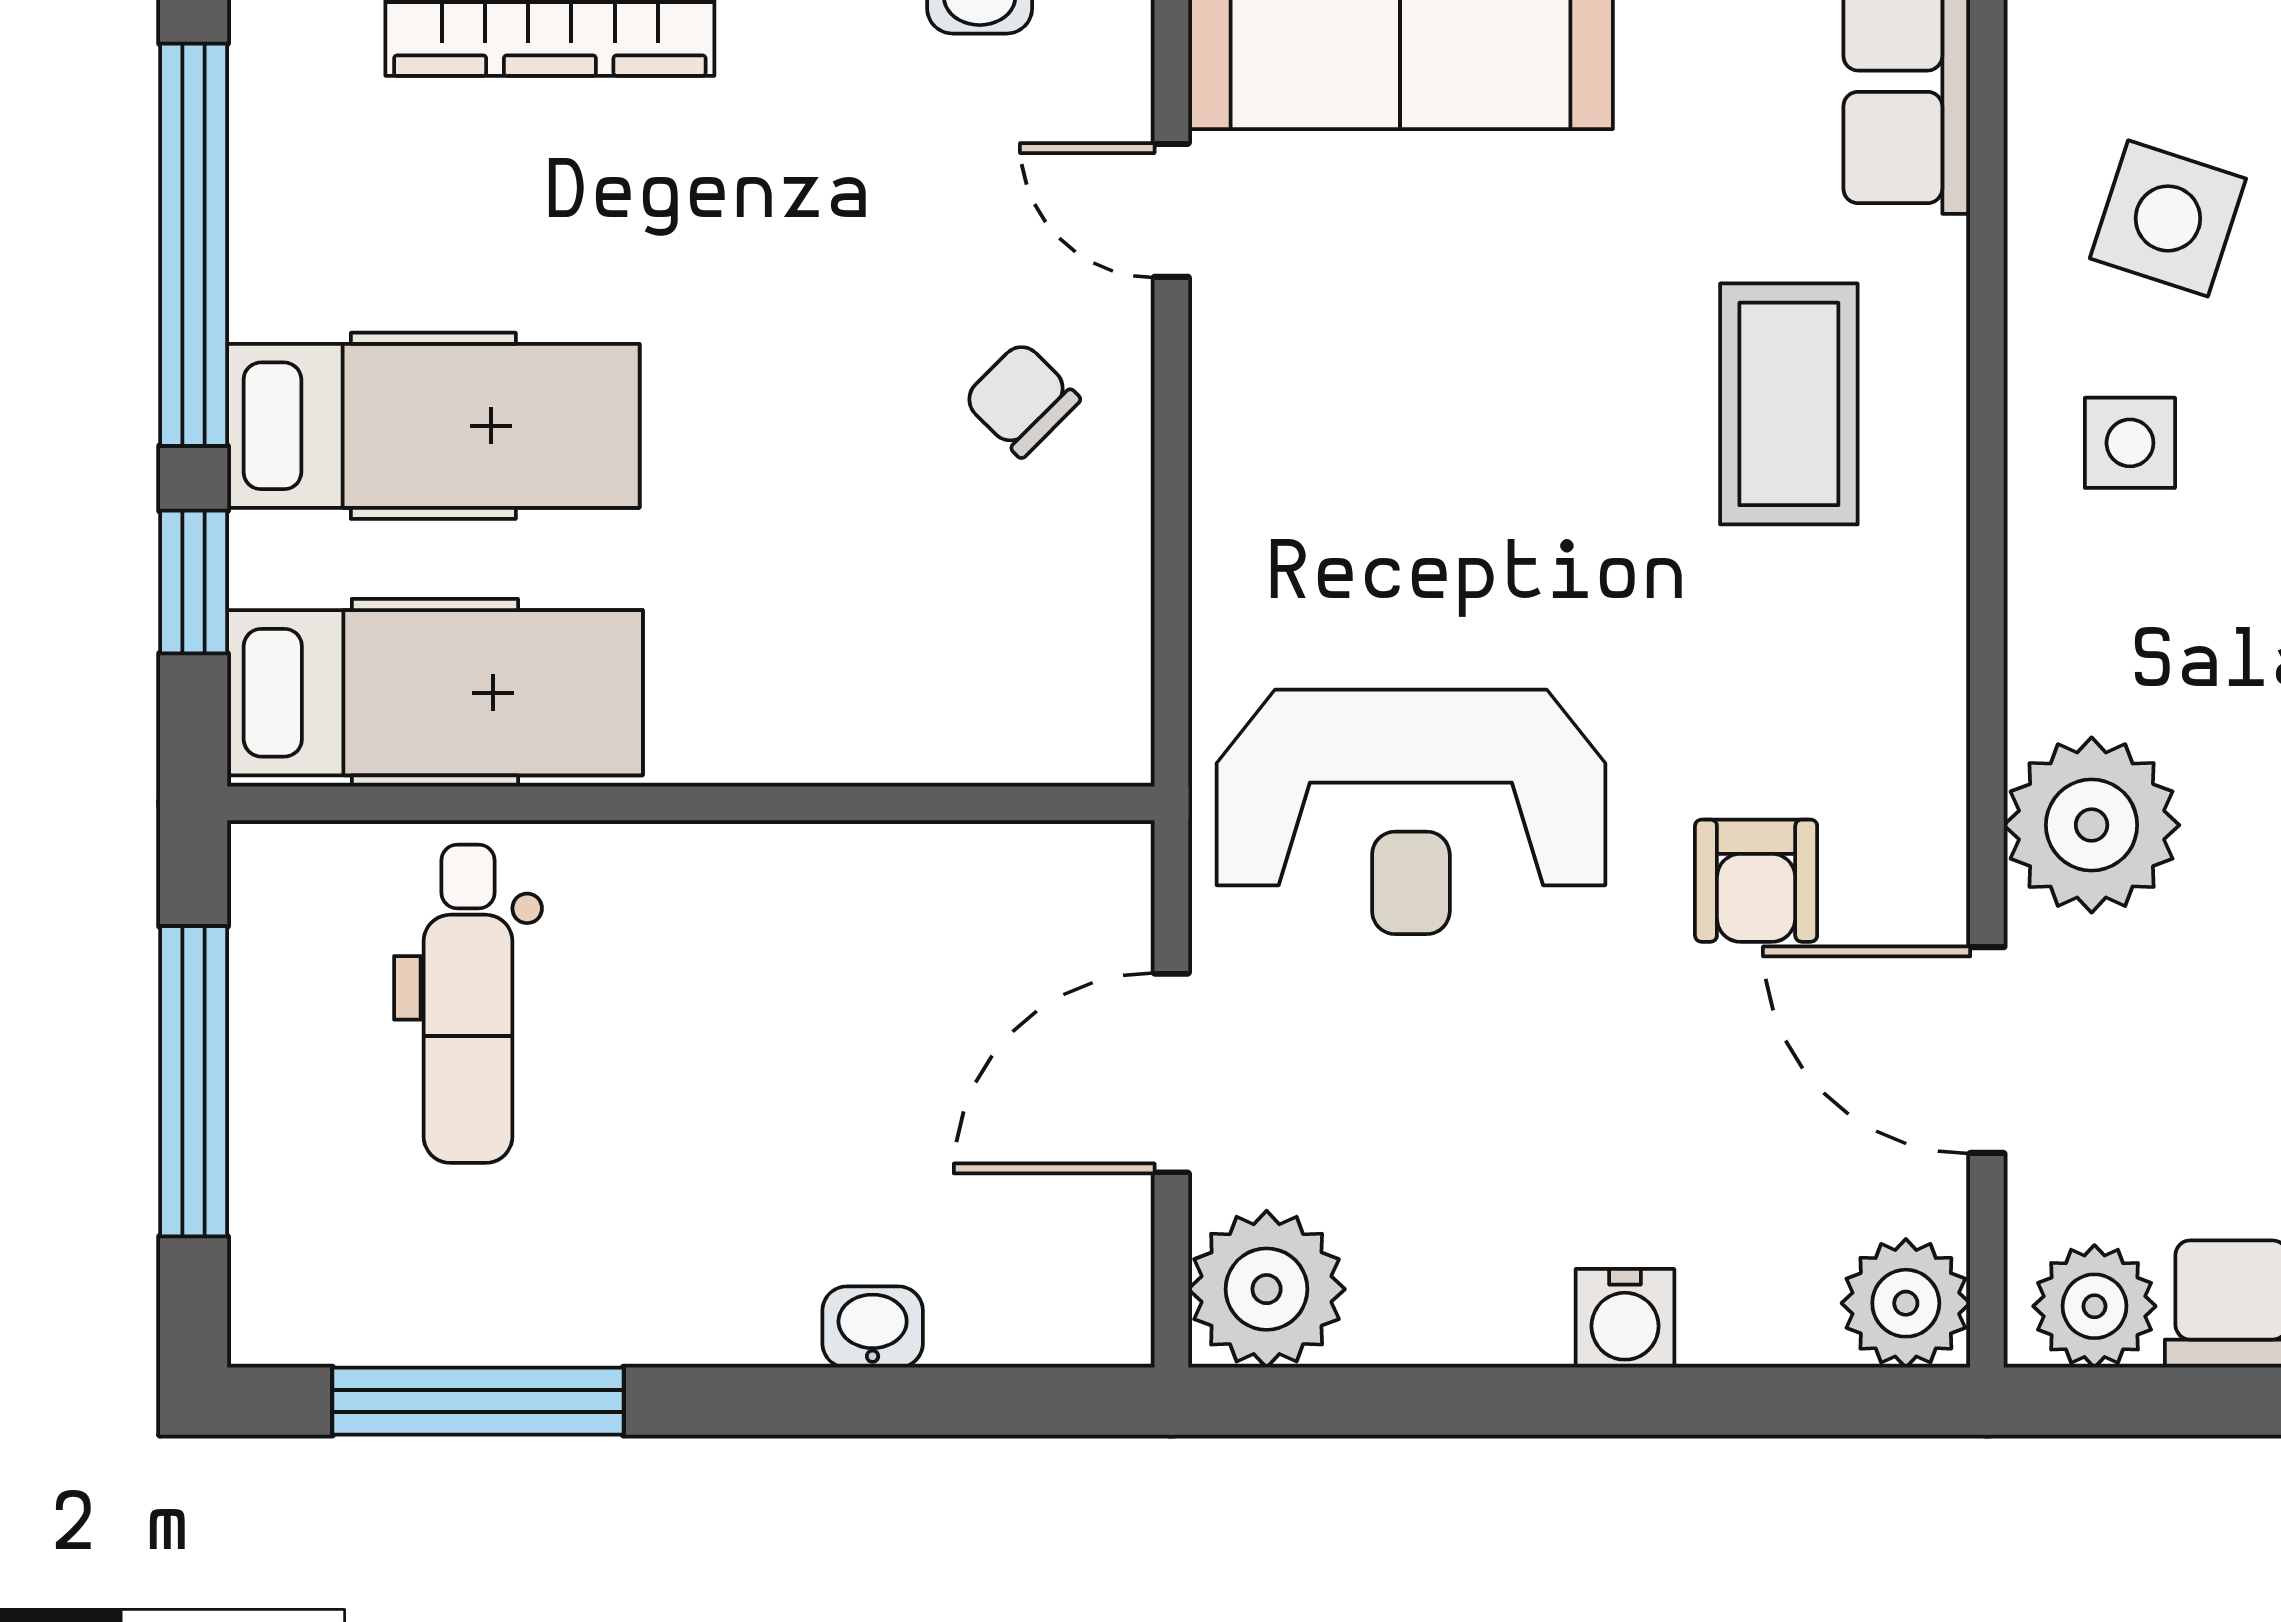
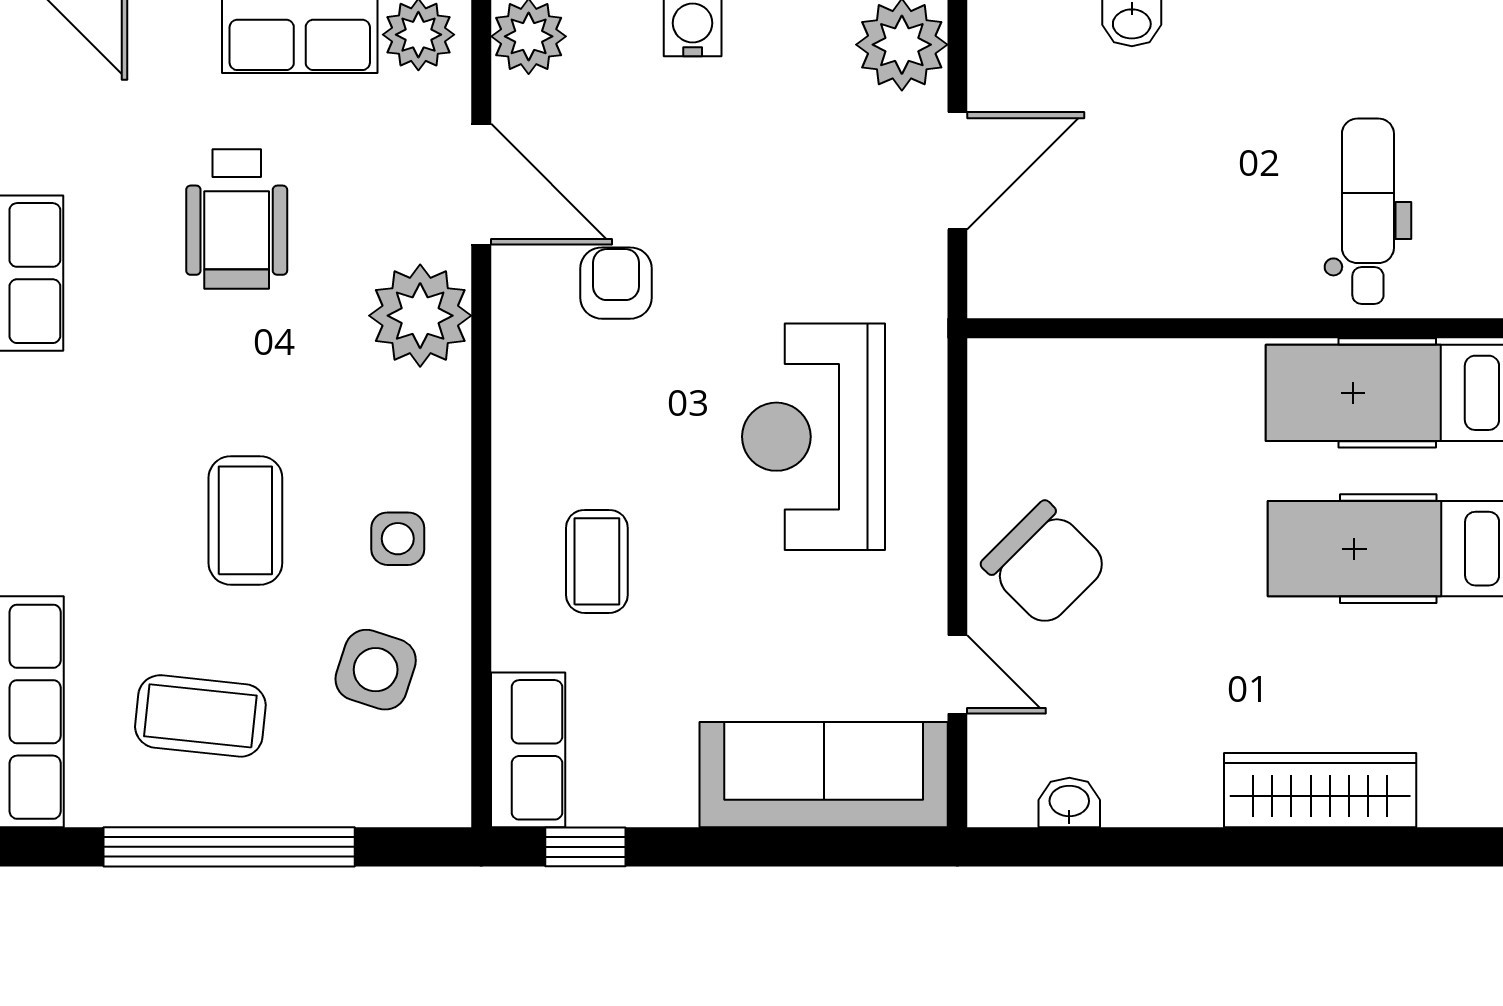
chair: (1021, 399) -> (1045, 564), width x1.87, depth x1.87
coffee table: (1789, 404) -> (597, 561), width x0.73, depth x0.77
reception desk: (1411, 812) -> (813, 437), moved, turned -90

